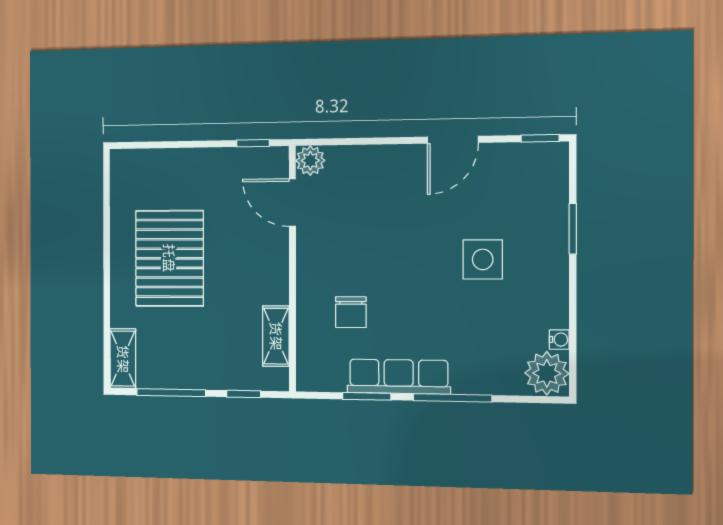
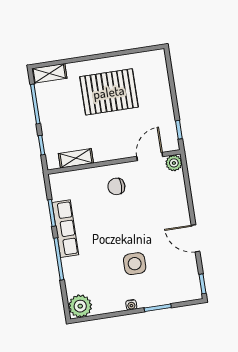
chair: (351, 312) -> (116, 186), moved
water cooler: (559, 340) -> (131, 305), moved

